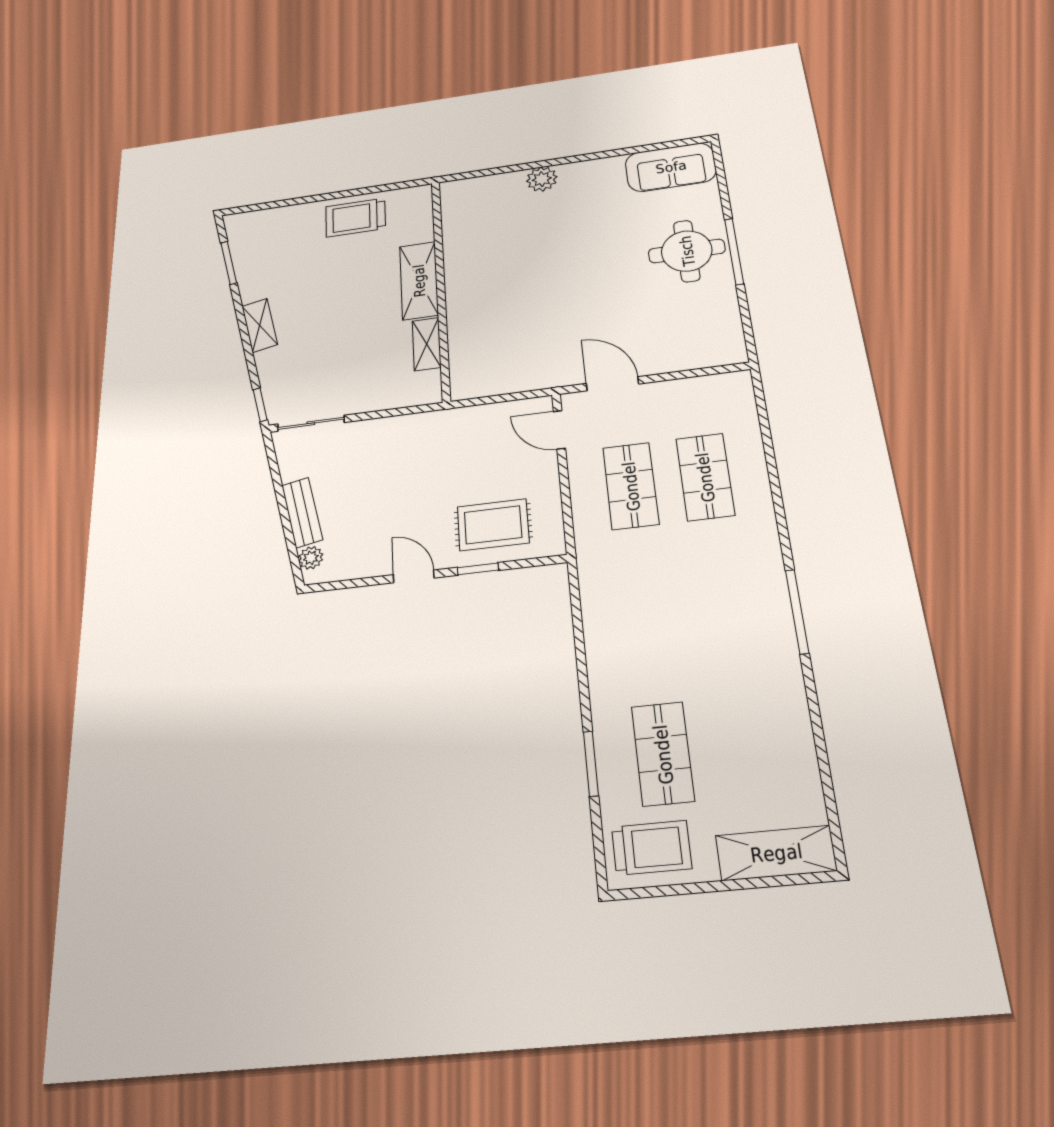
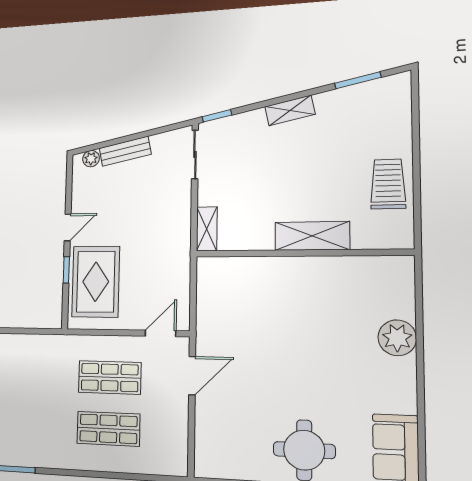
plant: (542, 179) -> (397, 338), width x1.36, depth x1.36
shelving: (427, 344) -> (207, 229), moved, turned 90
rug: (493, 525) -> (96, 282), width x1.36, depth x1.43

